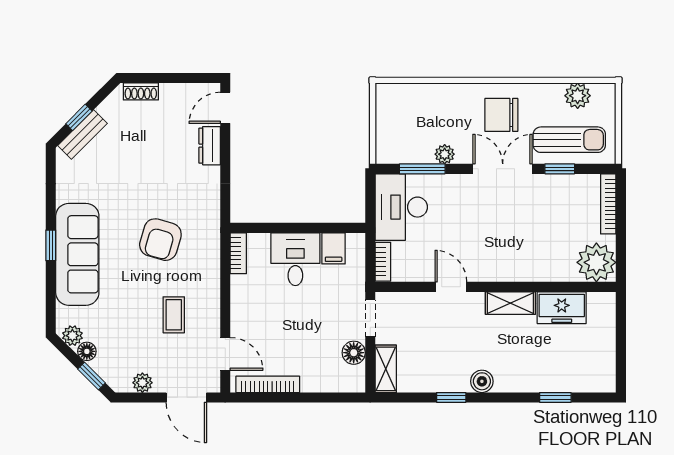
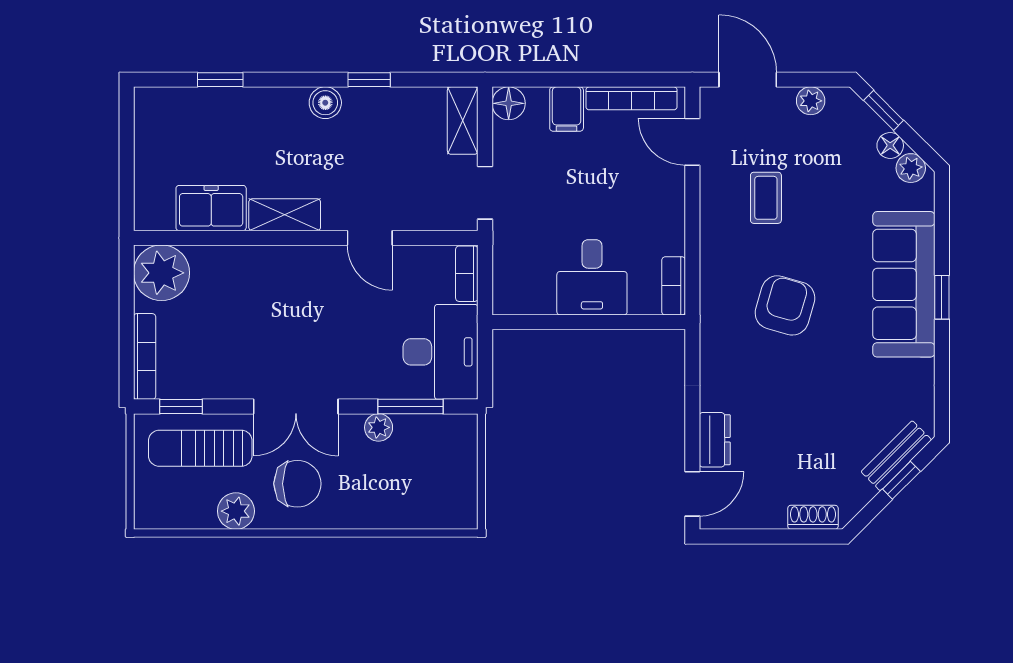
plant: (578, 96) -> (236, 511), moved
window: (560, 169) -> (181, 406), moved
filing cabinet: (334, 248) -> (567, 109), moved, turned 180
floor lamp: (354, 353) -> (509, 103), moved

